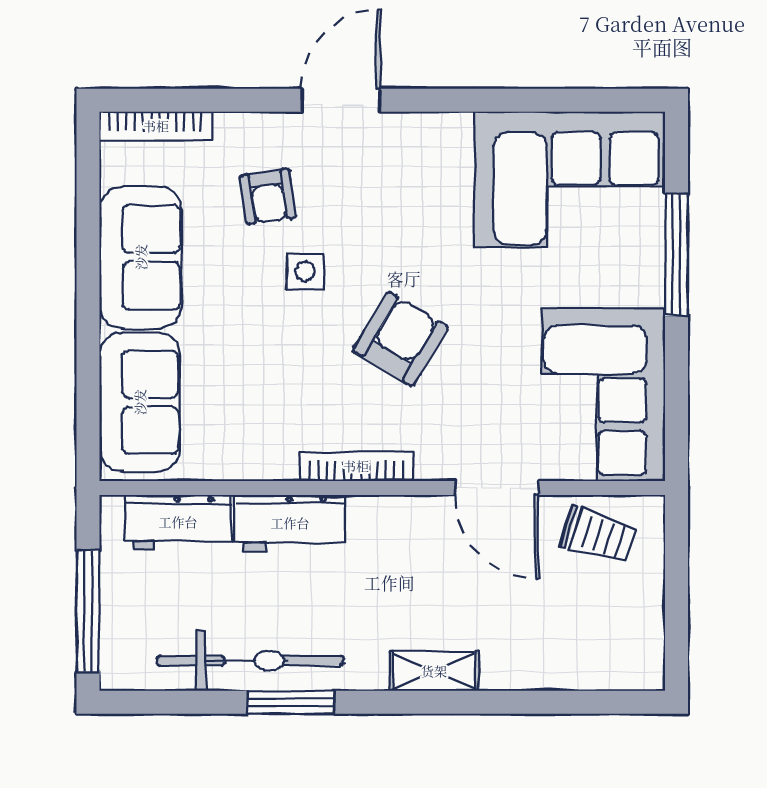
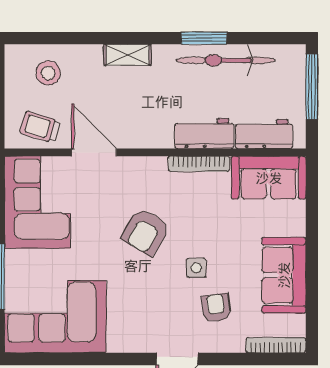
sofa: (140, 402) -> (269, 178), moved, turned -90
bookcase: (356, 466) -> (199, 164), moved
stool: (583, 637) -> (48, 73), added

